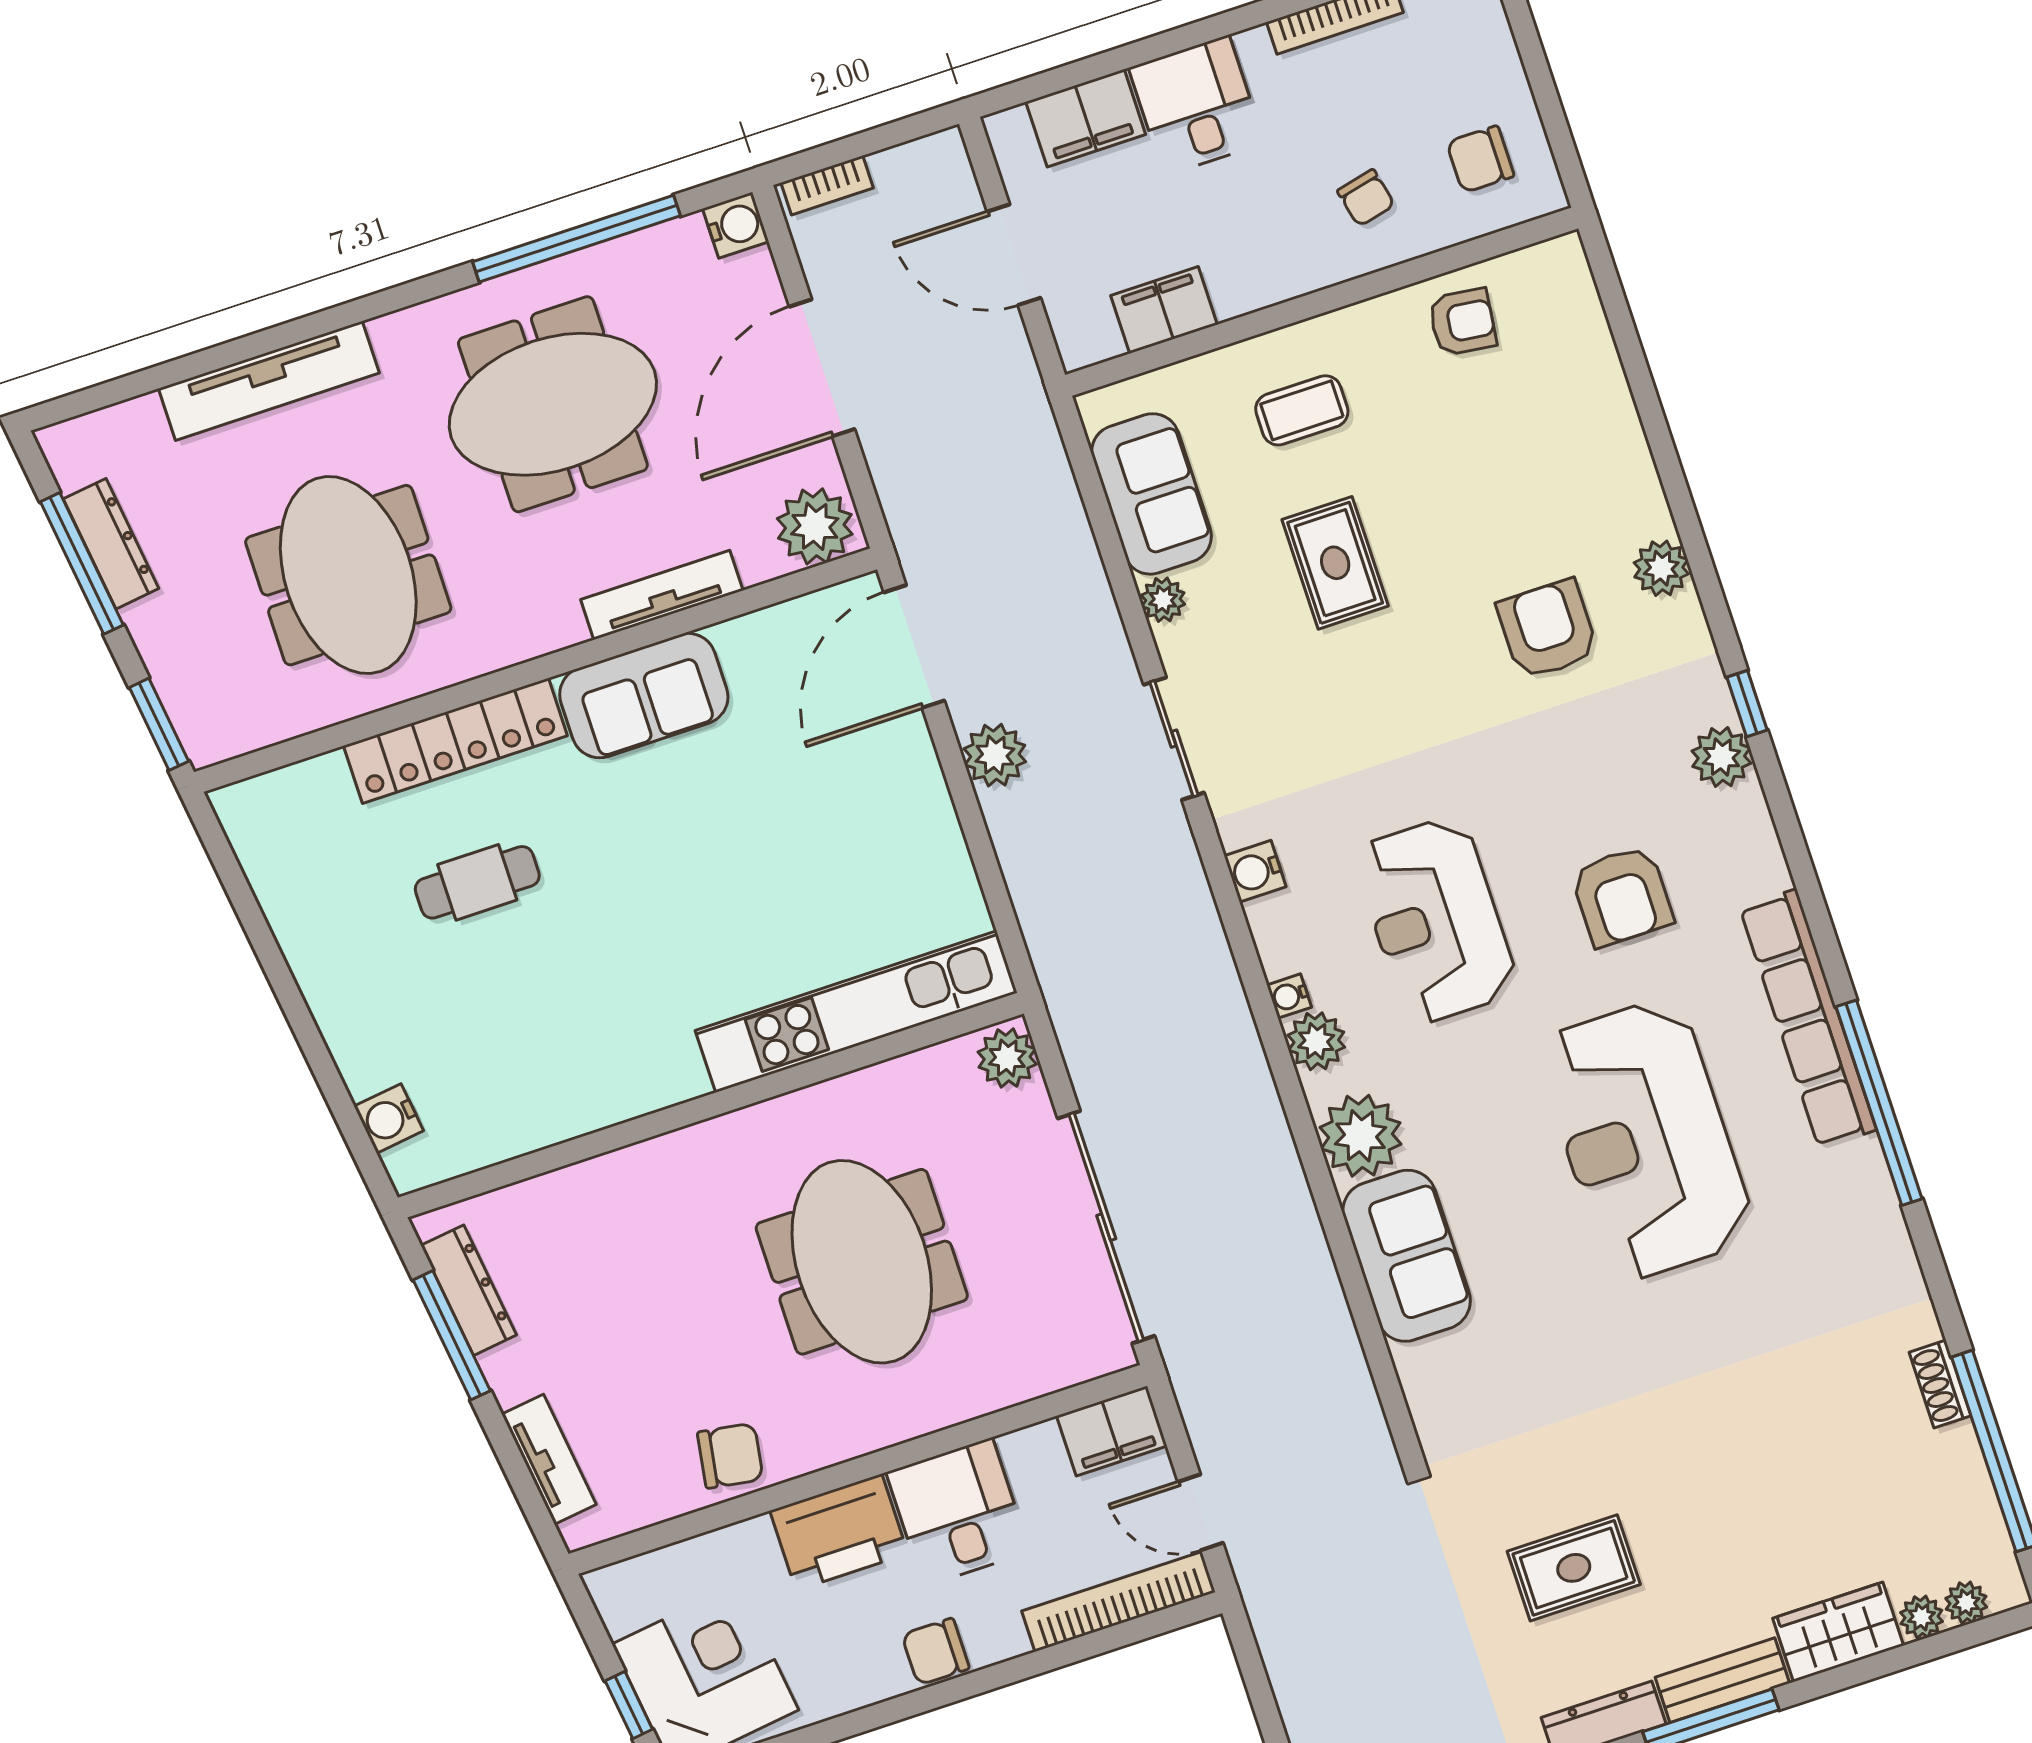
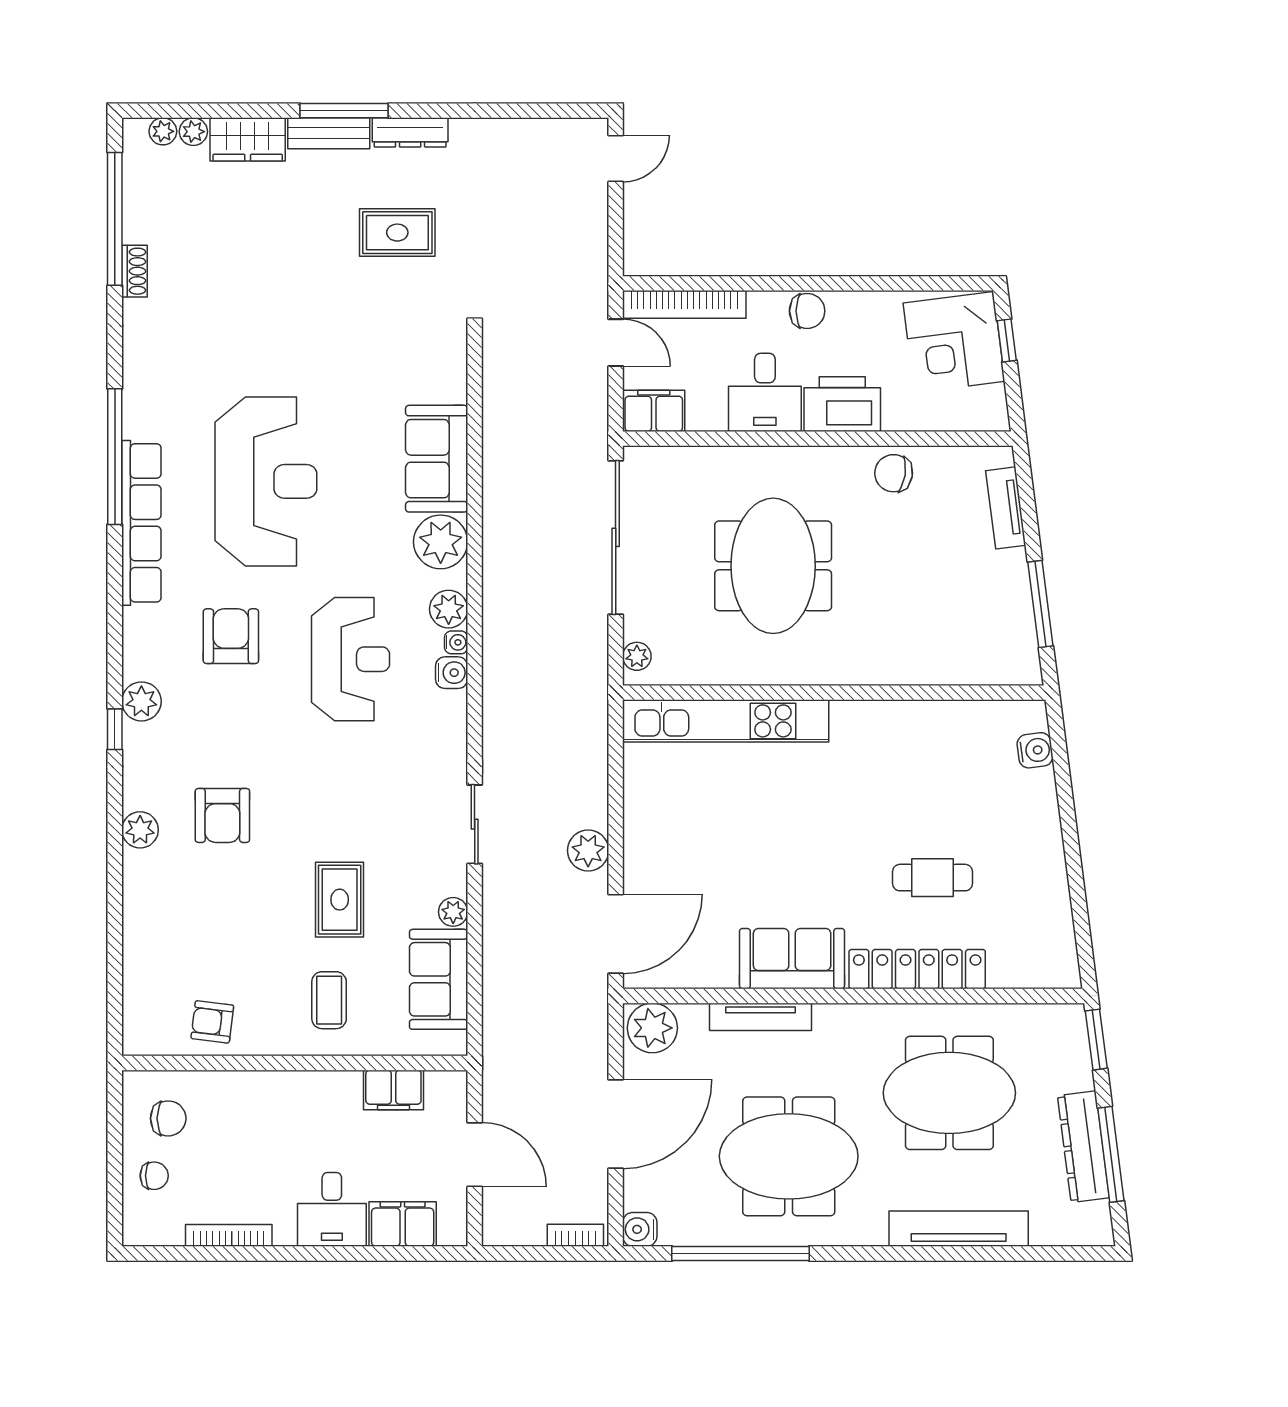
chair: (1366, 198) -> (154, 1176), moved, turned 103
coffee table: (1302, 410) -> (329, 1000), turned 90
dresser: (111, 544) -> (1083, 1147), width x1.37, depth x1.24
meeting table: (348, 575) -> (949, 1093), turned 90
water cooler: (1255, 871) -> (452, 673), moved
plant: (1007, 1058) -> (637, 656), width x0.73, depth x0.73
dresser: (469, 1290) -> (1021, 628), removed

